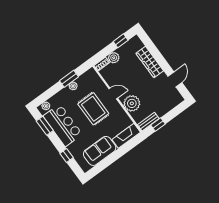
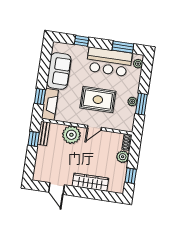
window: (127, 147) -> (40, 97), added

